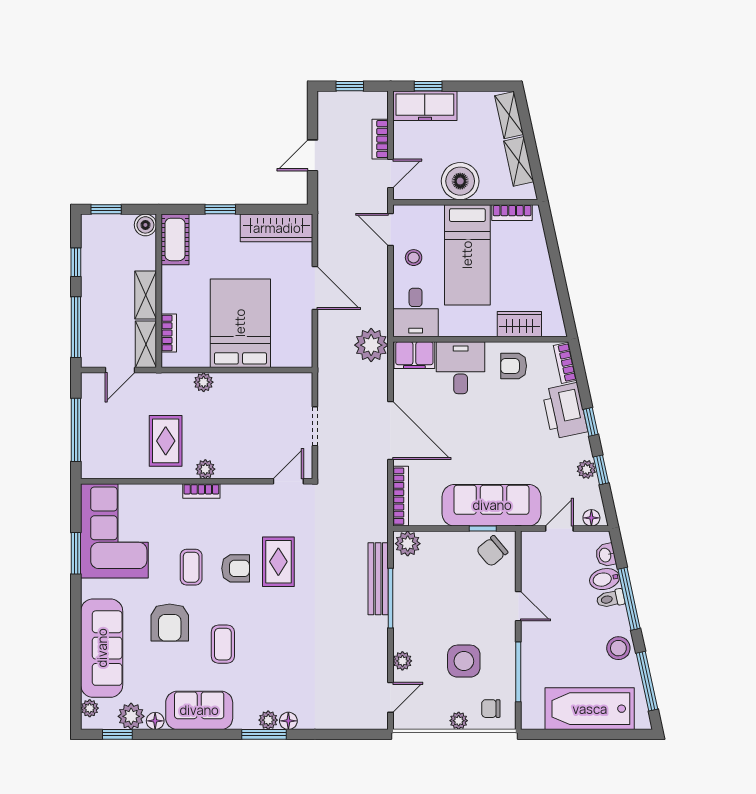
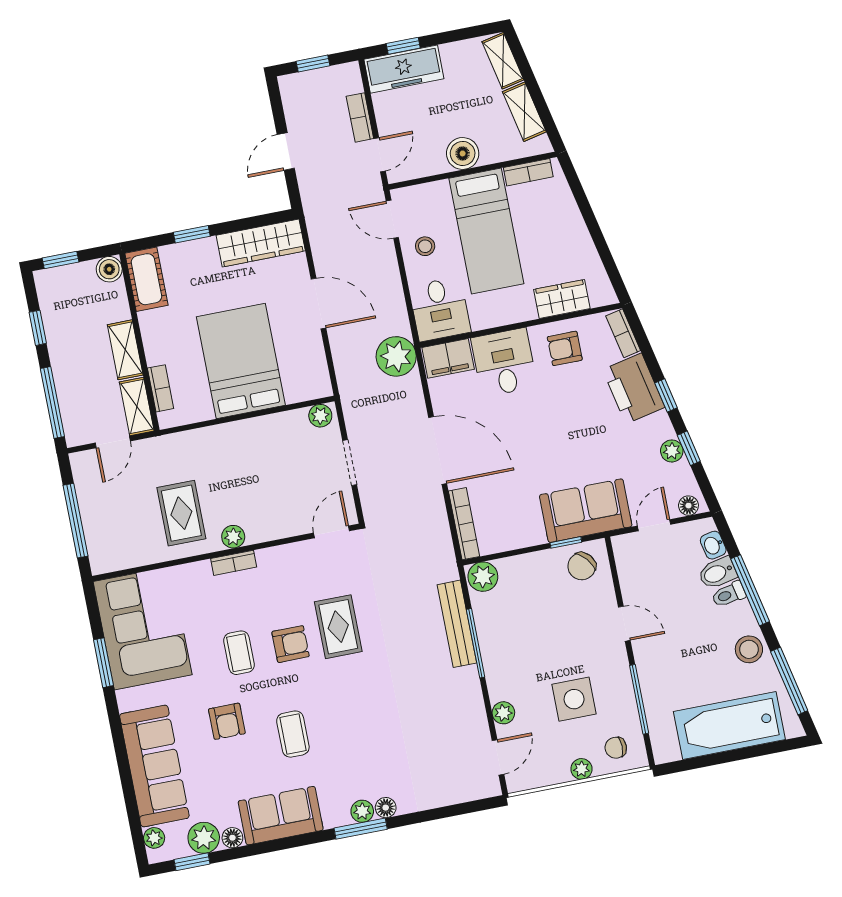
boiler: (460, 181) -> (463, 153), width x0.73, depth x0.73
plant: (204, 382) -> (320, 416), moved
sofa: (492, 505) -> (586, 511), width x0.73
armchair: (170, 623) -> (227, 721), width x0.72, depth x0.72

